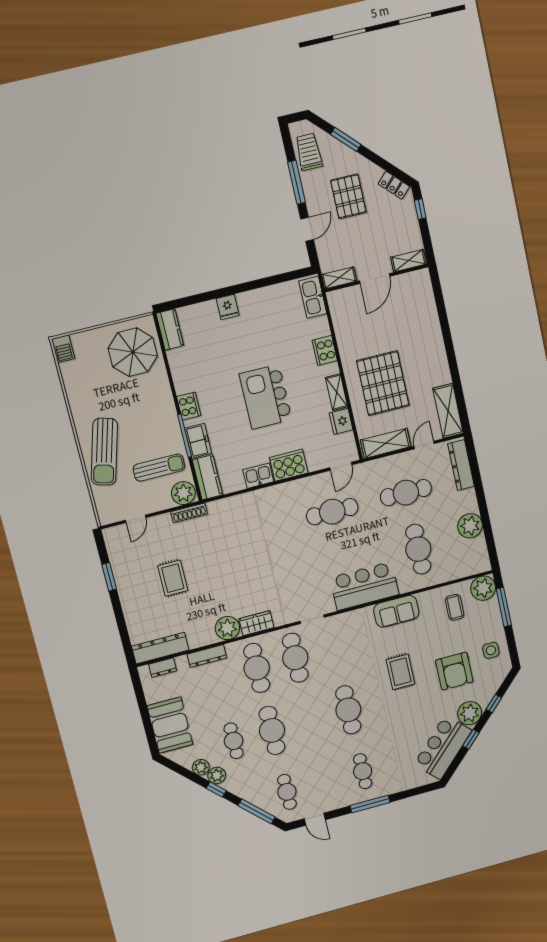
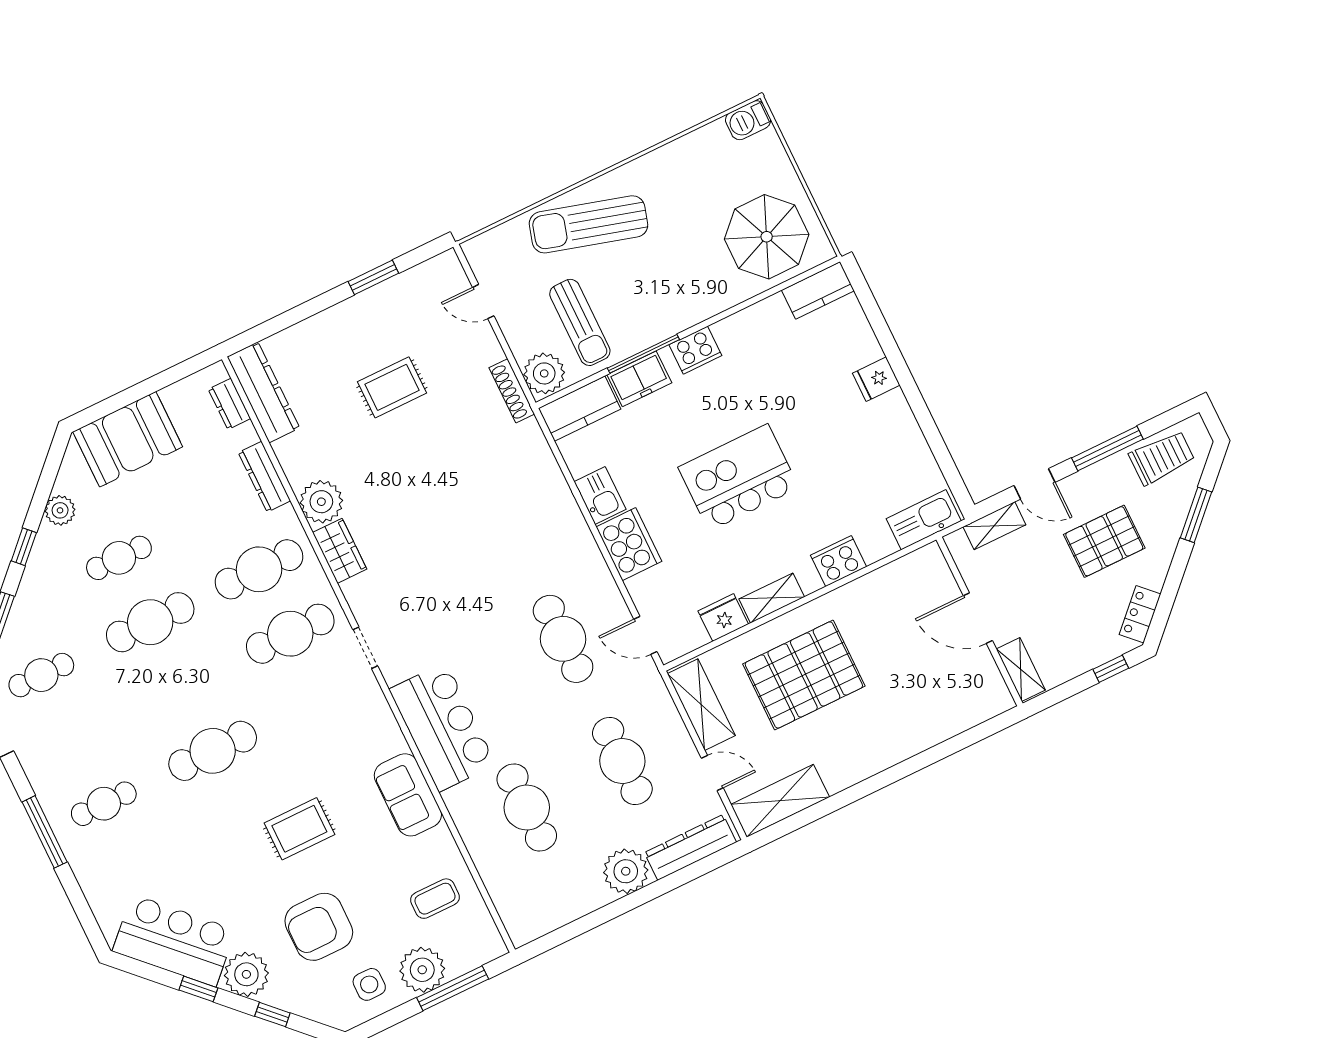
shelving: (339, 278) -> (994, 526), moved, turned 90
plant: (470, 526) -> (626, 871), moved
cafe table: (418, 549) -> (527, 807), turned 90
plant: (483, 588) -> (422, 970), moved
plant: (217, 775) -> (50, 542), removed

